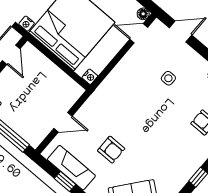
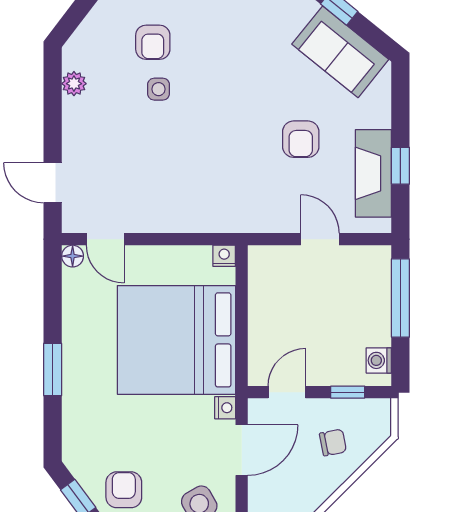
side table: (168, 78) -> (159, 89), moved
armchair: (111, 150) -> (301, 139), turned 180

